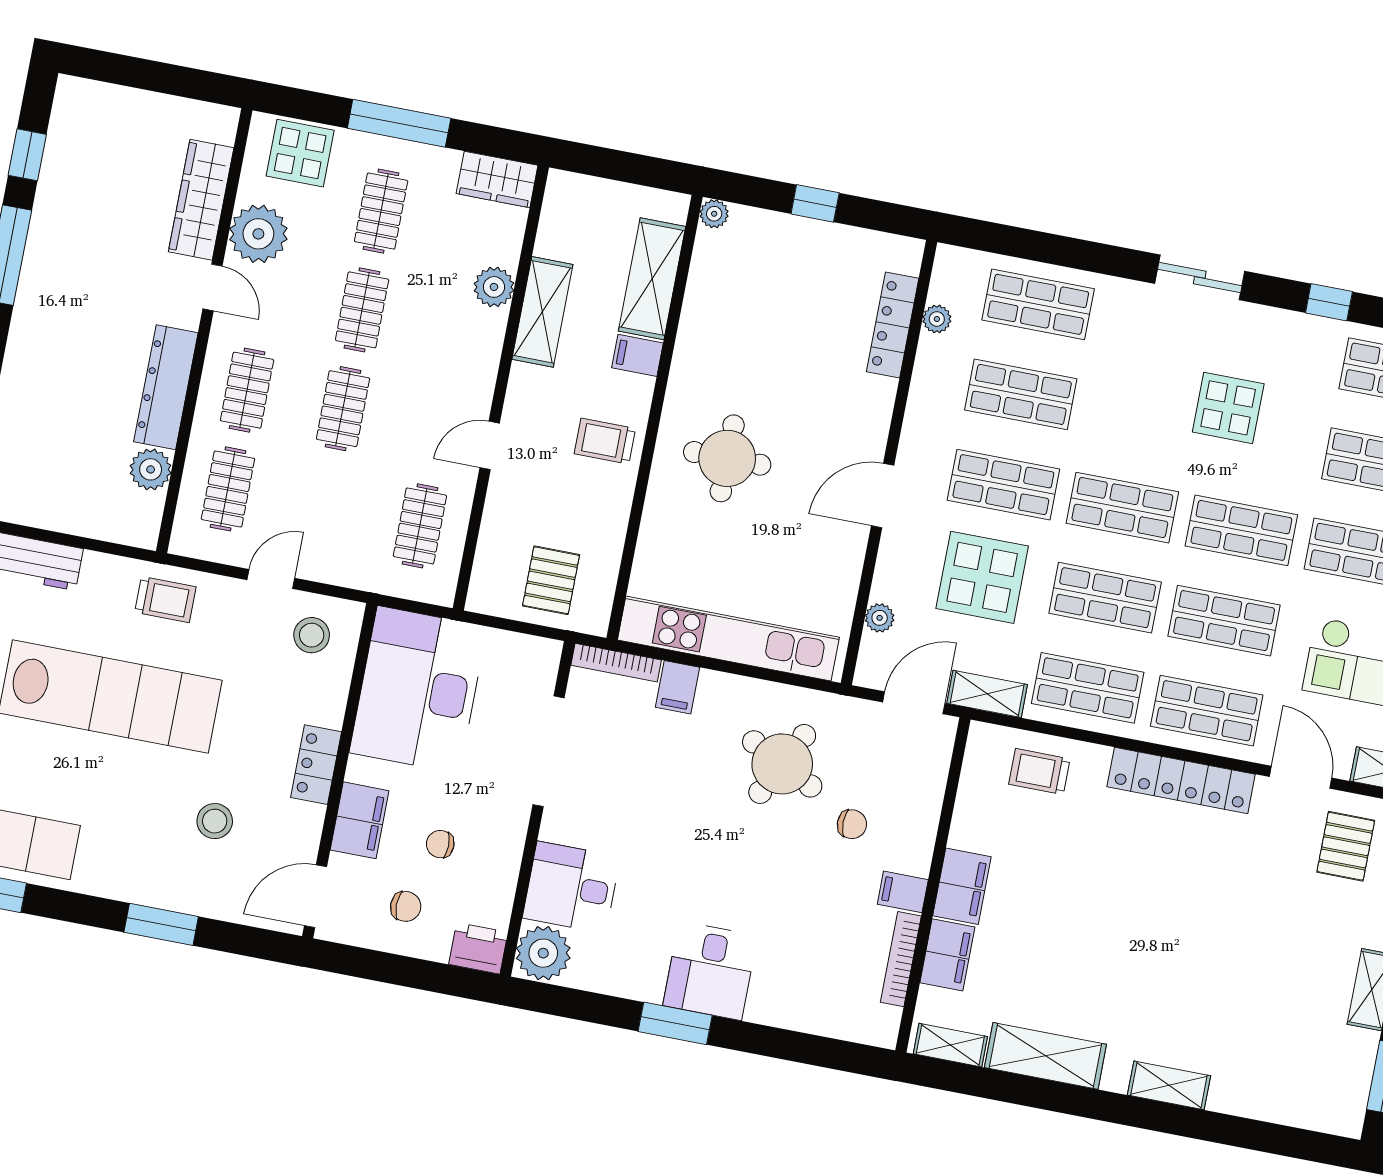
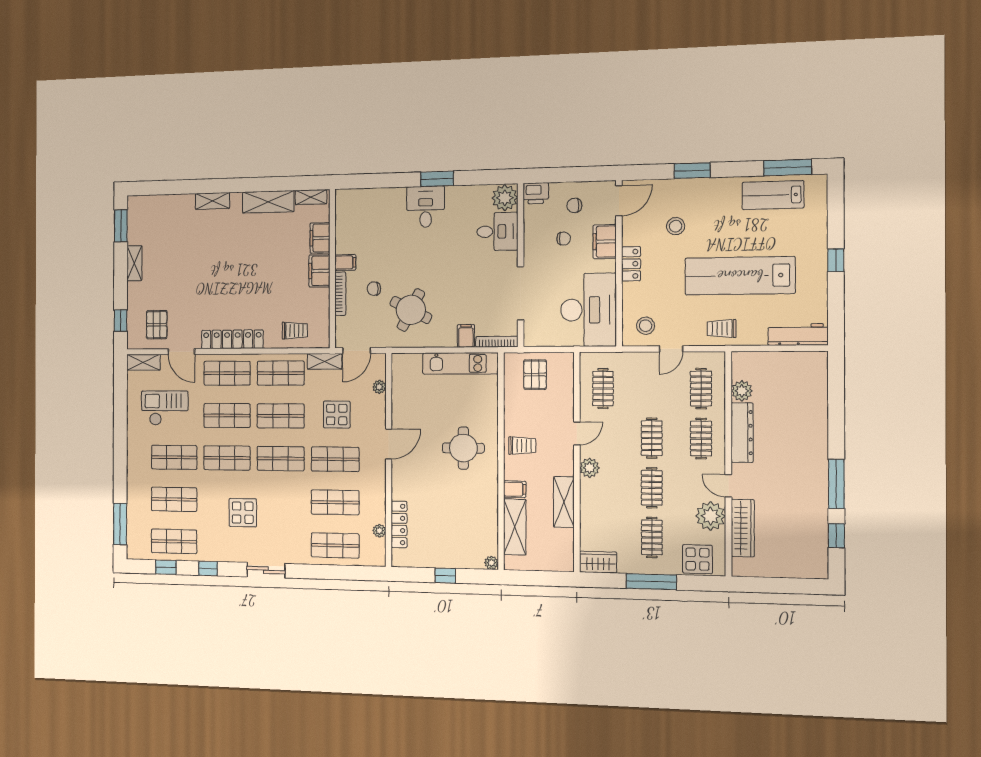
plant: (494, 287) -> (589, 468), moved
display table: (982, 577) -> (337, 415), width x0.73, depth x0.73
kitchen unit: (728, 639) -> (460, 363), width x0.73
bookcase: (901, 959) -> (340, 294), moved

